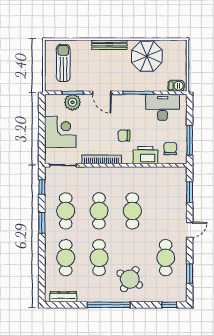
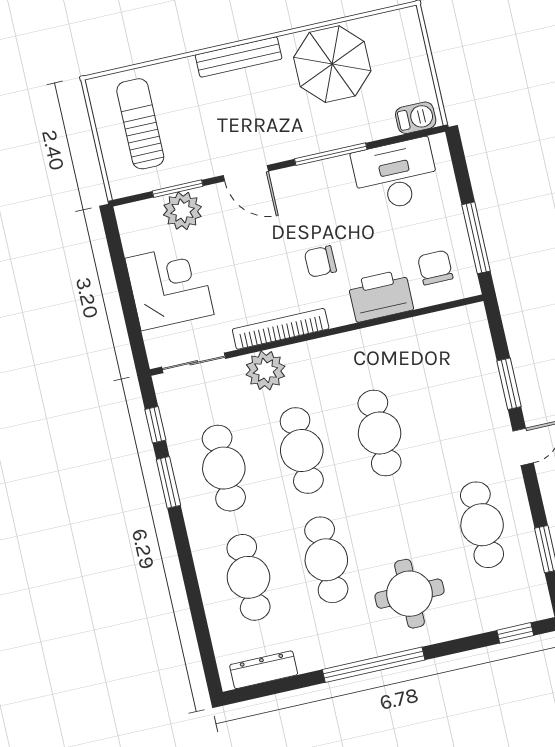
plant: (92, 175) -> (265, 370), added
window: (190, 192) -> (509, 384), moved
window: (42, 223) -> (168, 482), moved
round table: (130, 279) -> (409, 594), turned -32

